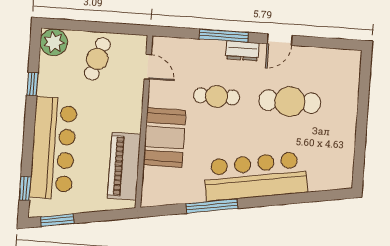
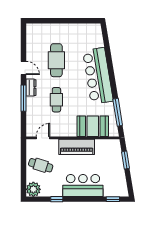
booth: (164, 137) -> (93, 126), moved
bar counter: (53, 148) -> (83, 185), width x0.73
piano: (124, 166) -> (77, 147), moved
window: (212, 206) -> (118, 112), moved
window: (57, 220) -> (125, 160), moved

